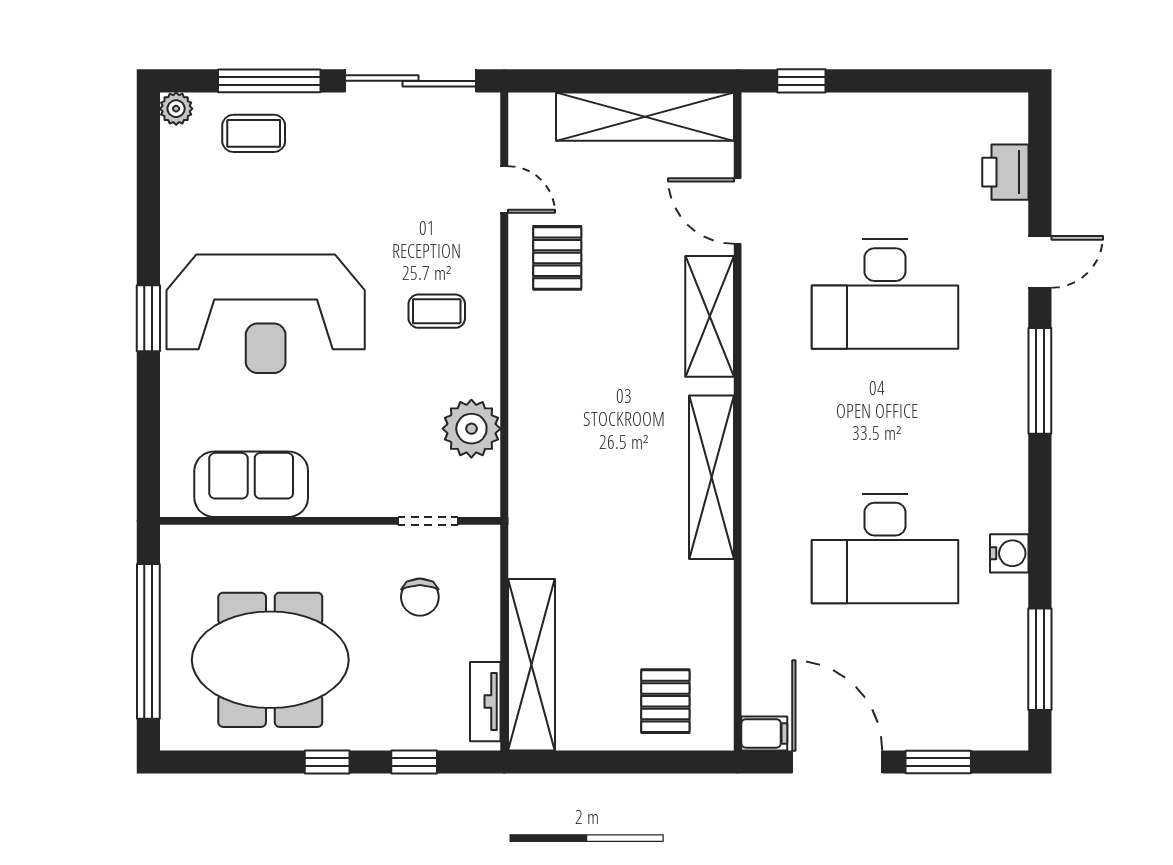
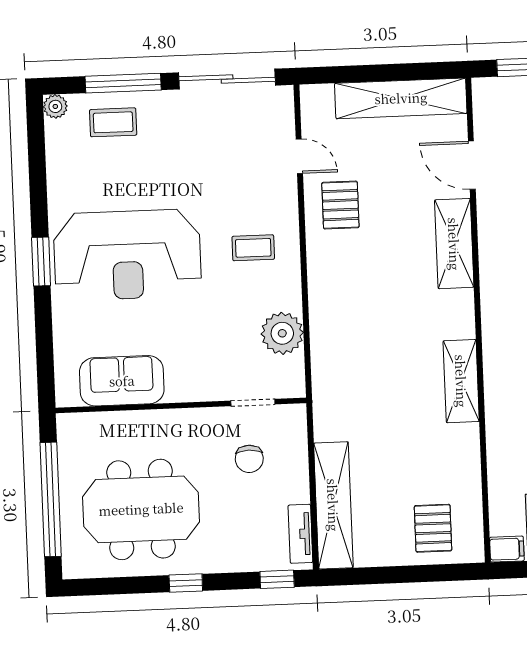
shelving: (711, 477) -> (461, 381), width x0.68
window: (414, 762) -> (277, 579), moved

